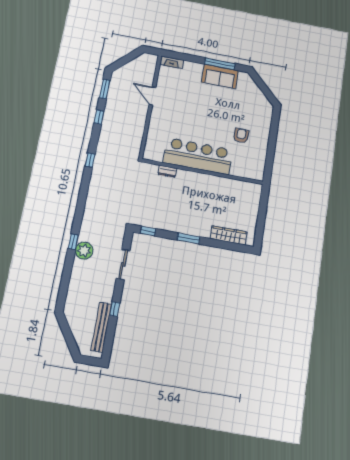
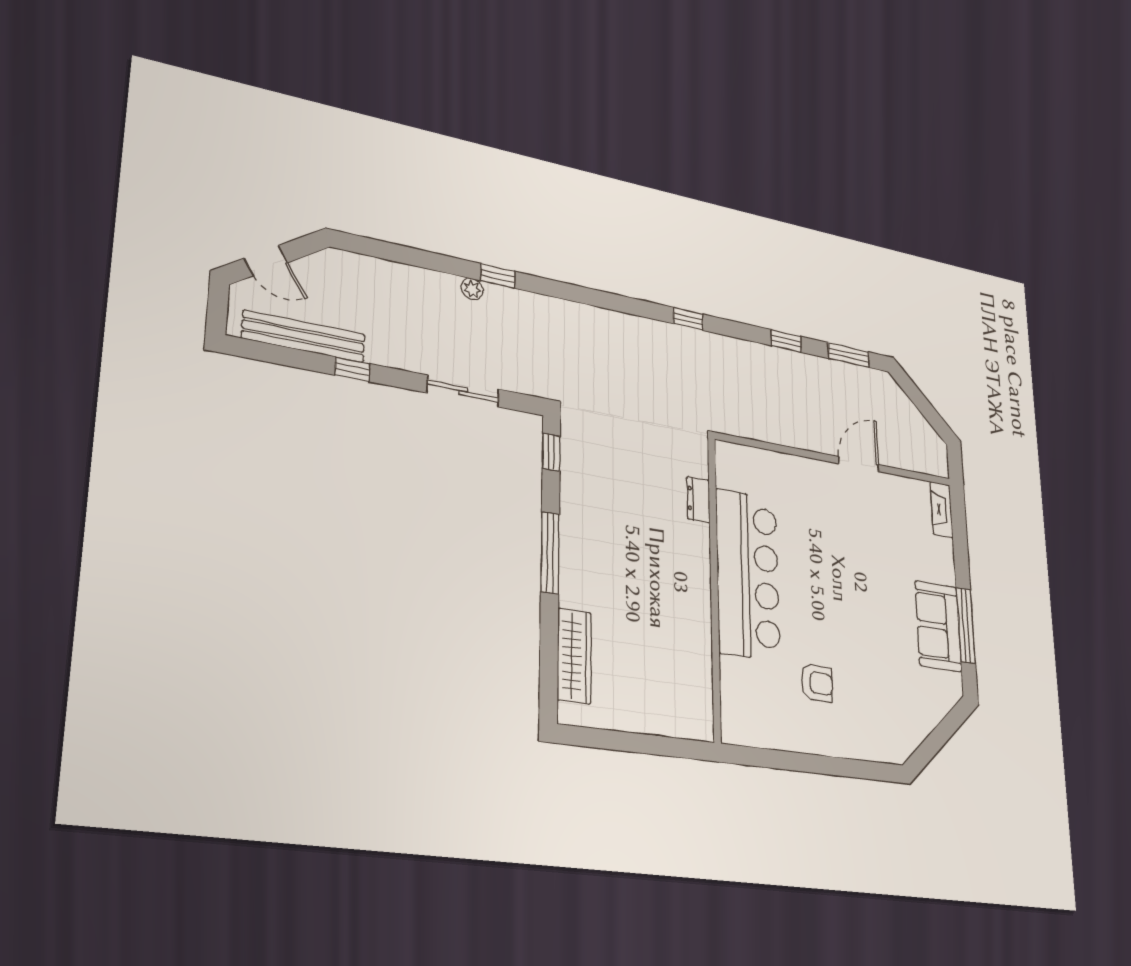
window: (188, 238) -> (550, 553), width x1.44
plant: (84, 251) -> (472, 289), width x0.53, depth x0.53
door: (70, 339) -> (266, 261), added

